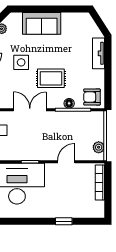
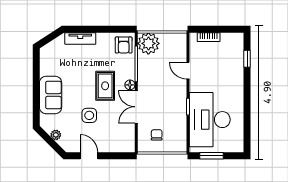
floor lamp: (69, 103) -> (130, 85), moved
plant: (99, 147) -> (148, 43), moved, width x1.88, depth x1.88
bookcase: (100, 182) -> (209, 37), width x0.64
window: (64, 221) -> (247, 59), moved

